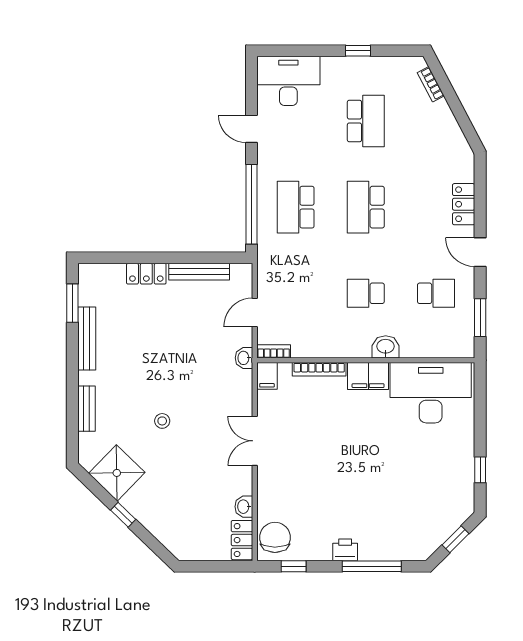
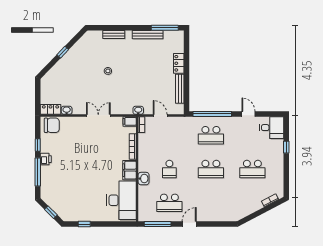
window: (358, 51) -> (286, 147), moved
desk: (288, 81) -> (272, 128), width x0.73
door: (251, 129) -> (249, 114), hinge flipped
locker: (464, 204) -> (212, 216), removed
school desk: (296, 207) -> (211, 135), turned 180
school desk: (366, 207) -> (211, 169), turned 180
school desk: (366, 293) -> (169, 169), turned 180
school desk: (436, 293) -> (169, 203), width x1.85
window: (72, 303) -> (165, 28), width x1.44
window: (480, 318) -> (158, 224), width x1.44
shower: (117, 473) -> (83, 49), removed
window: (294, 566) -> (38, 145), moved

